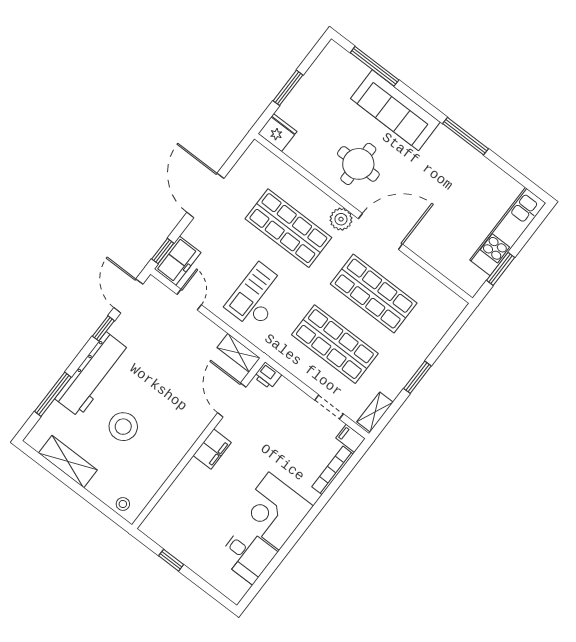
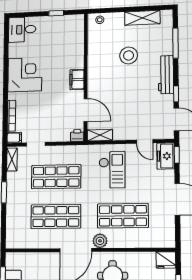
workbench: (93, 375) -> (166, 75), width x0.73, depth x0.76
desk: (247, 555) -> (22, 29), moved

